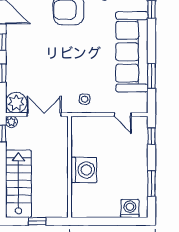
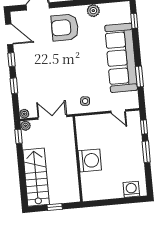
plant: (16, 103) -> (24, 114), width x0.53, depth x0.53
window: (151, 184) -> (146, 152), moved

